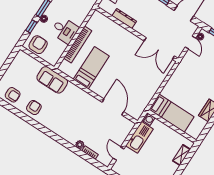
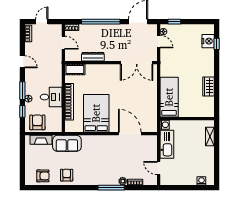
cot: (101, 20) -> (75, 69), added
fireplace: (31, 62) -> (41, 140), added
bed: (91, 68) -> (96, 113), width x1.50
bed: (172, 113) -> (169, 97), moved, turned -90
window: (66, 144) -> (111, 188), added

